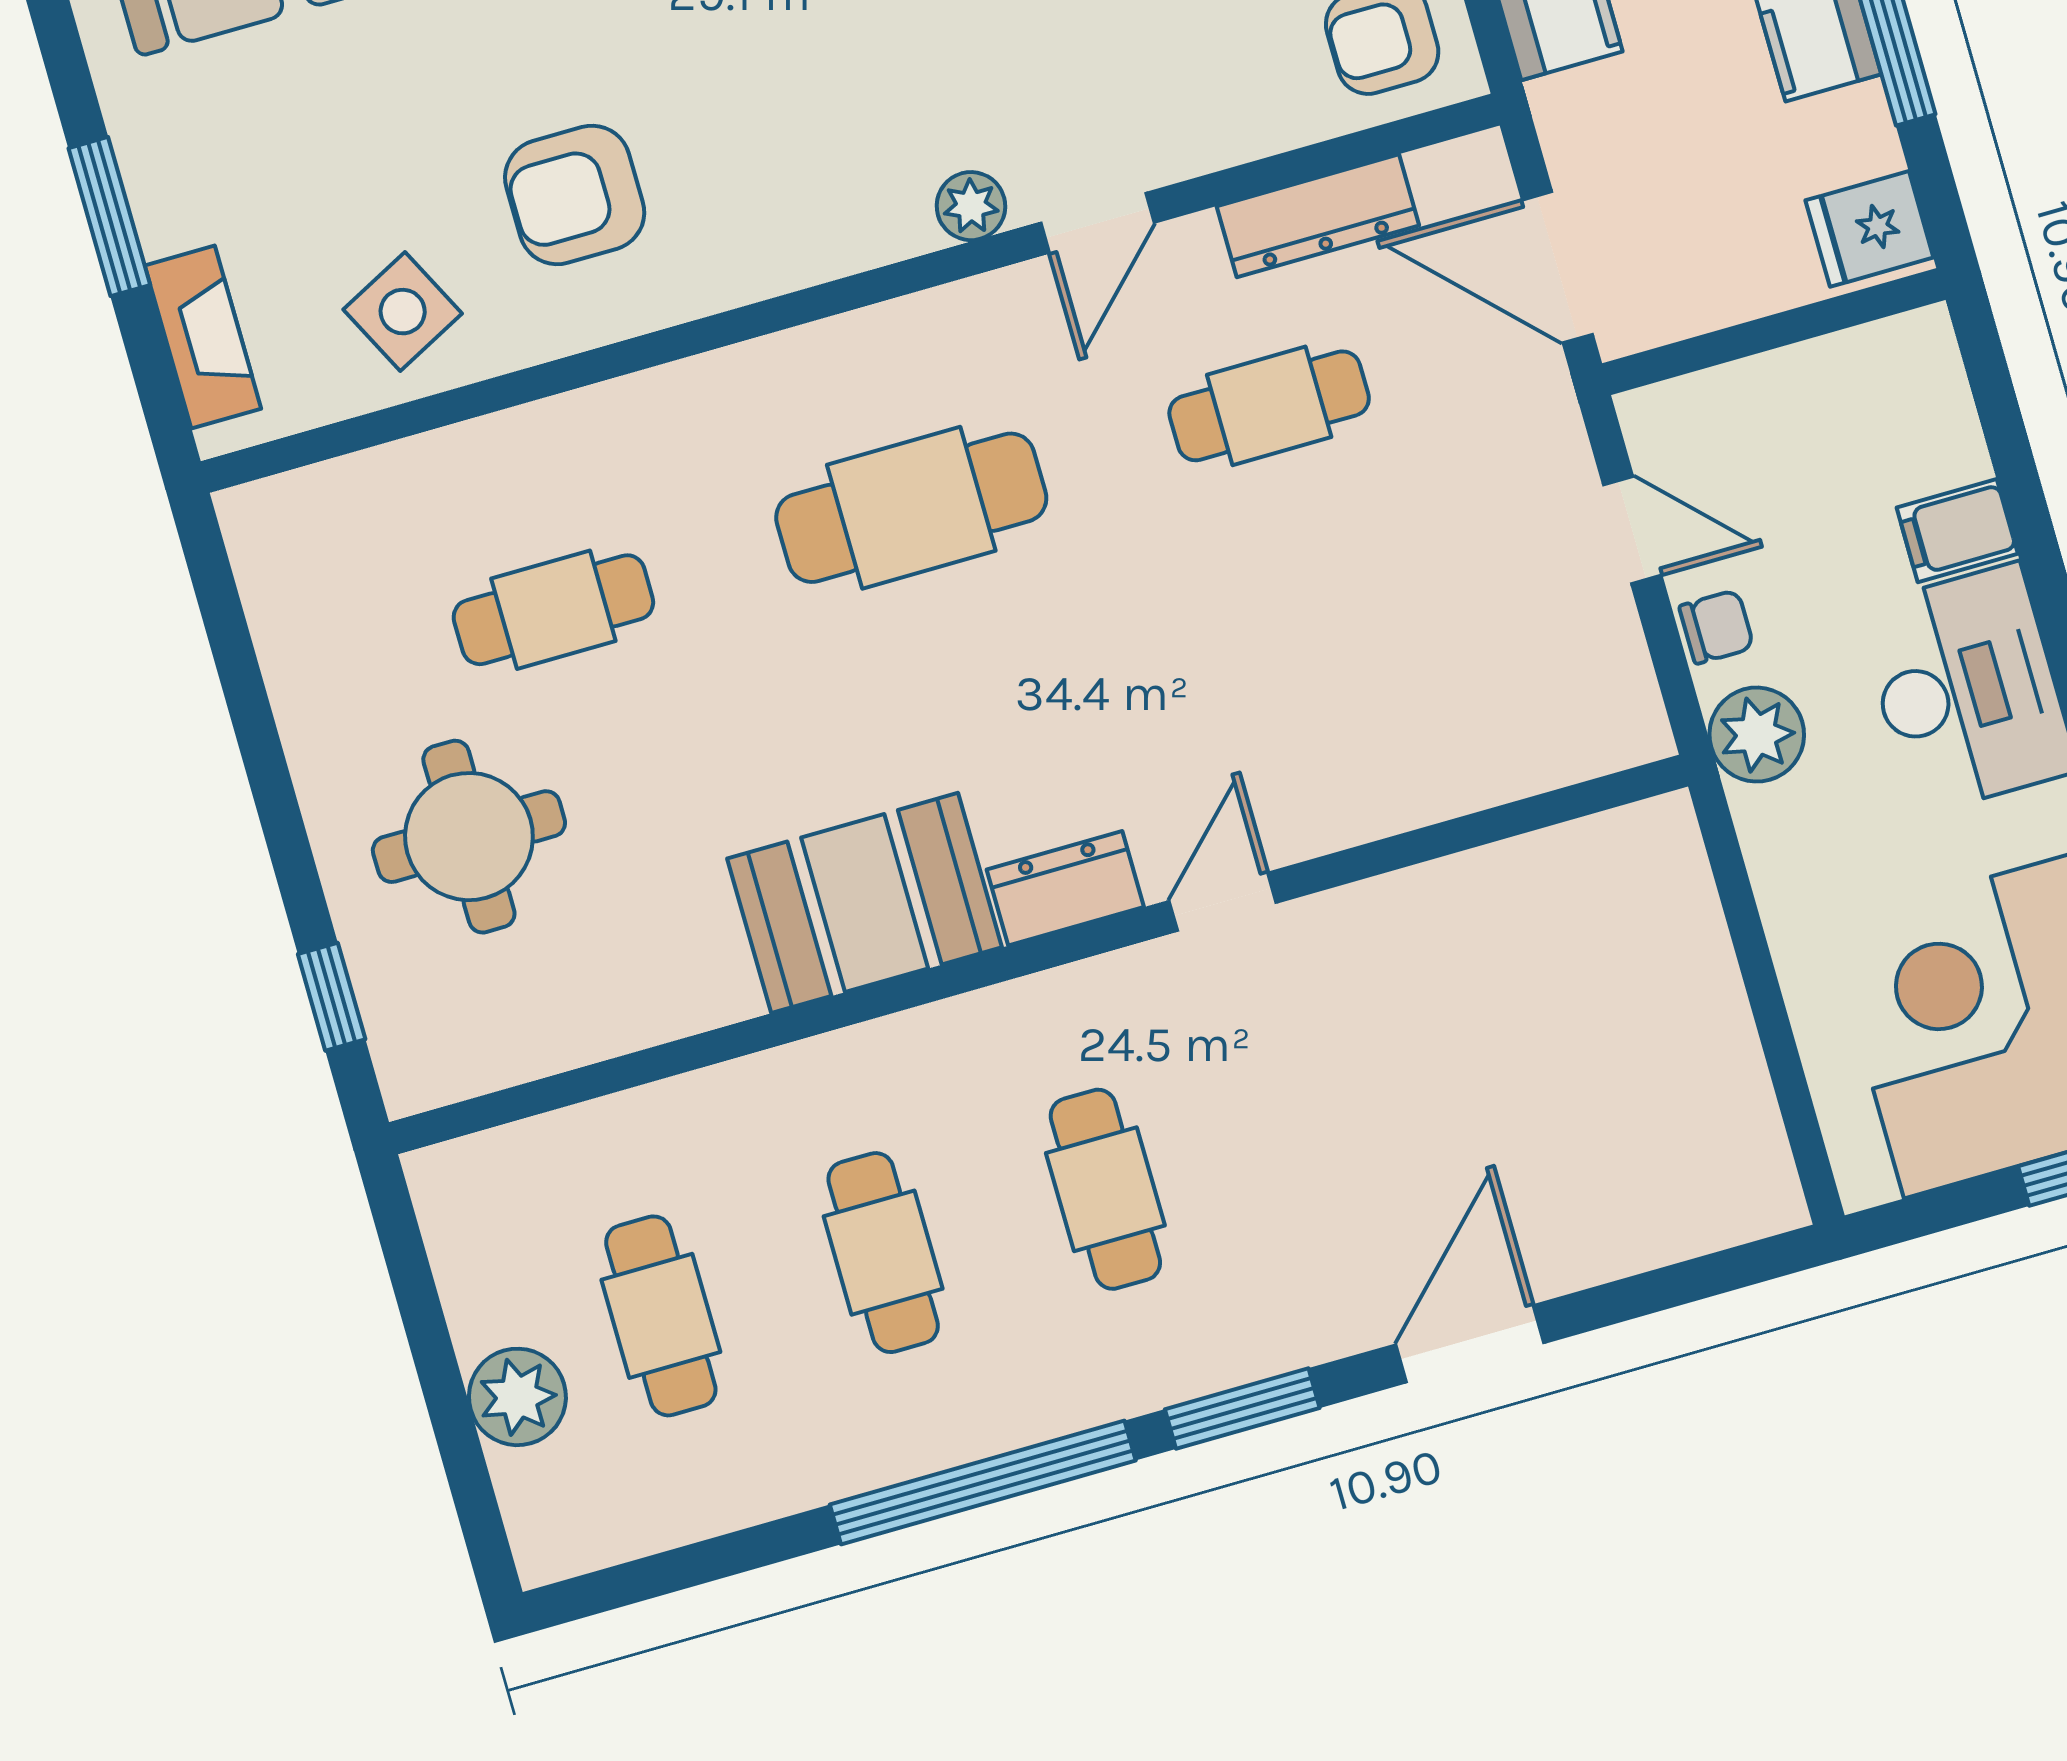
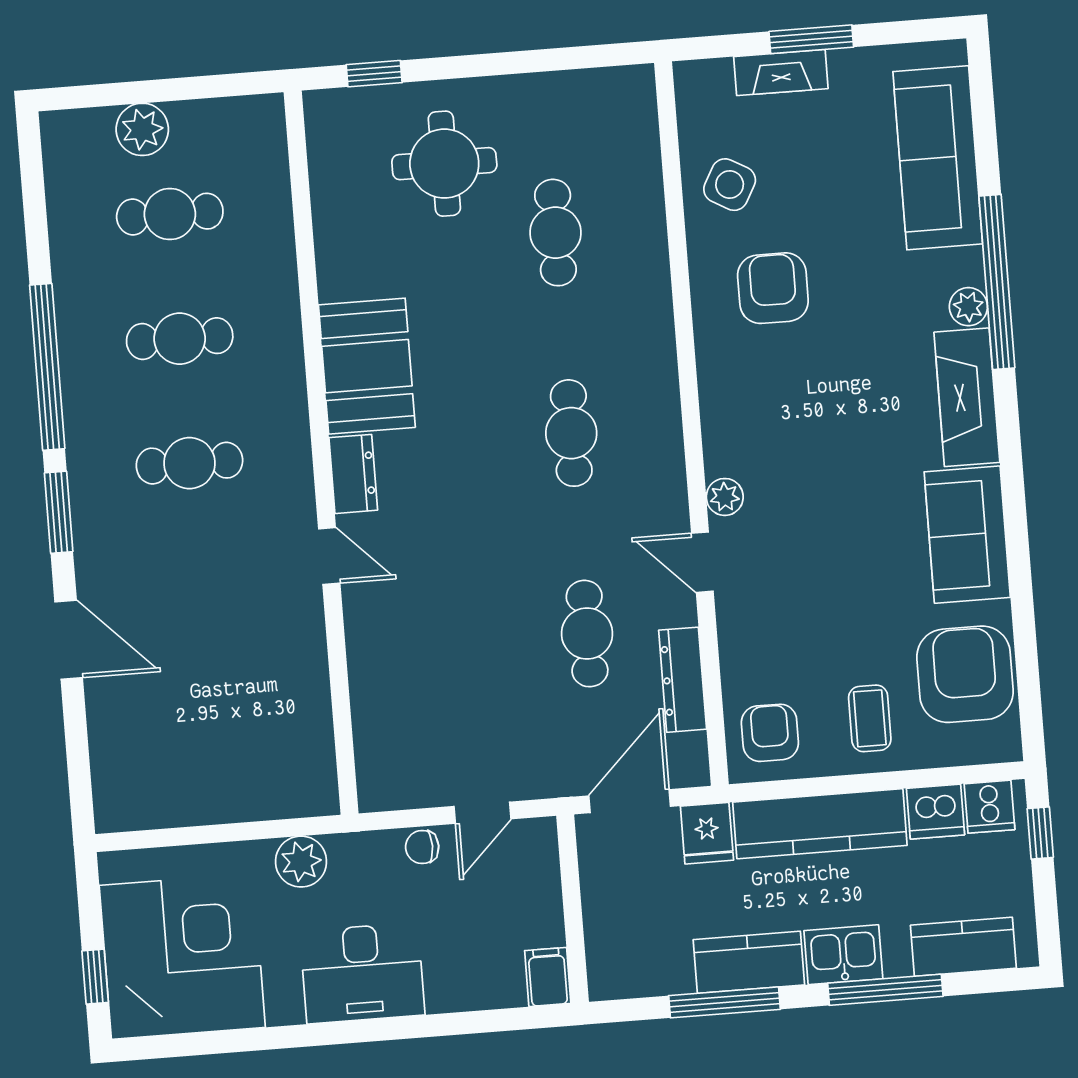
fridge: (1869, 229) -> (707, 833), moved, turned 180
side table: (403, 312) -> (730, 185), turned -34
fireplace: (203, 337) -> (781, 73), moved
cafe table: (911, 508) -> (571, 433), width x0.73, depth x0.74
filing cabinet: (1957, 531) -> (548, 977), moved
chair: (1716, 627) -> (422, 847), turned 90
plant: (1757, 735) -> (301, 862), moved

